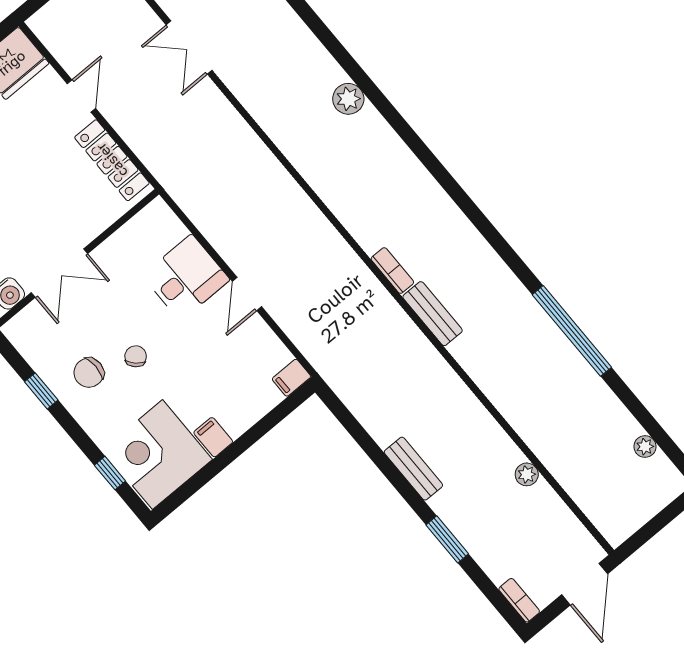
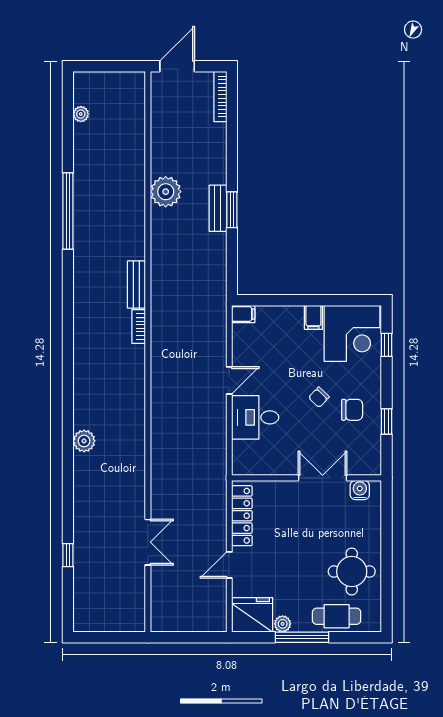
plant: (527, 474) -> (166, 192), moved, width x1.88, depth x1.88
window: (447, 539) -> (232, 210), moved
bookcase: (519, 600) -> (220, 97), width x1.56

